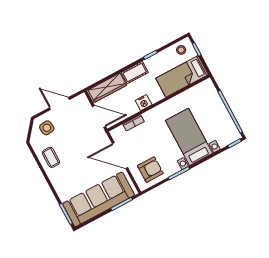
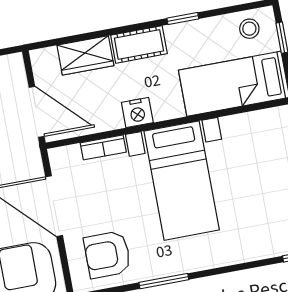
wardrobe: (107, 88) -> (85, 55), width x0.67
bed with nightstands: (189, 137) -> (182, 181), moved, turned 180
armchair: (150, 169) -> (107, 255), turned 180

